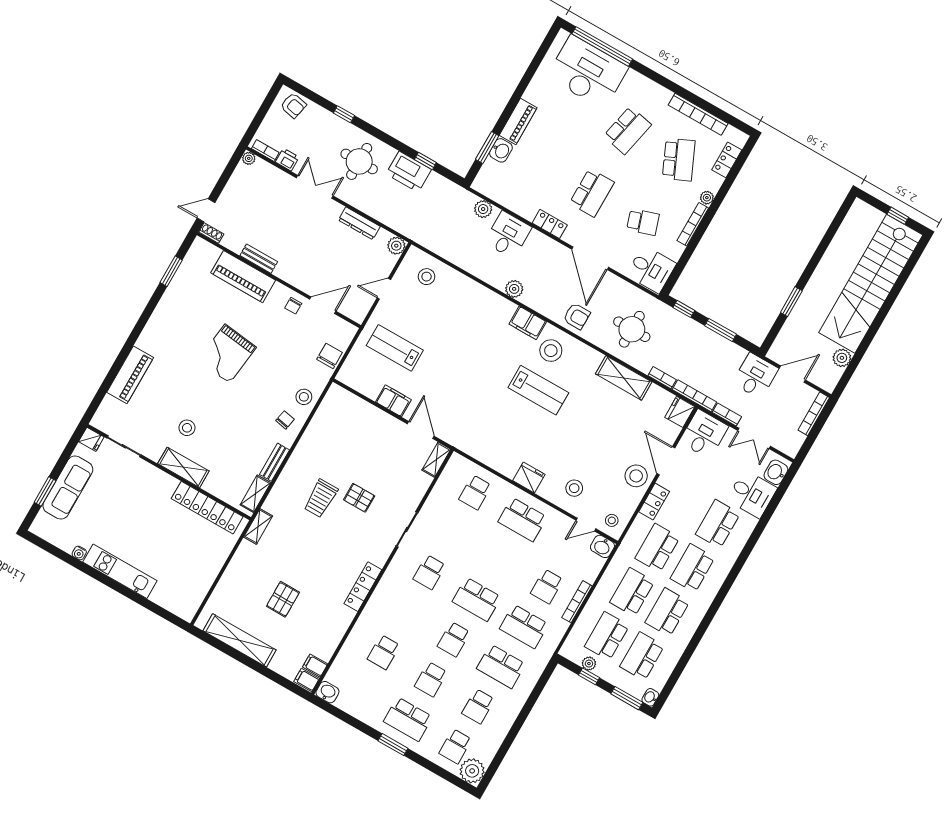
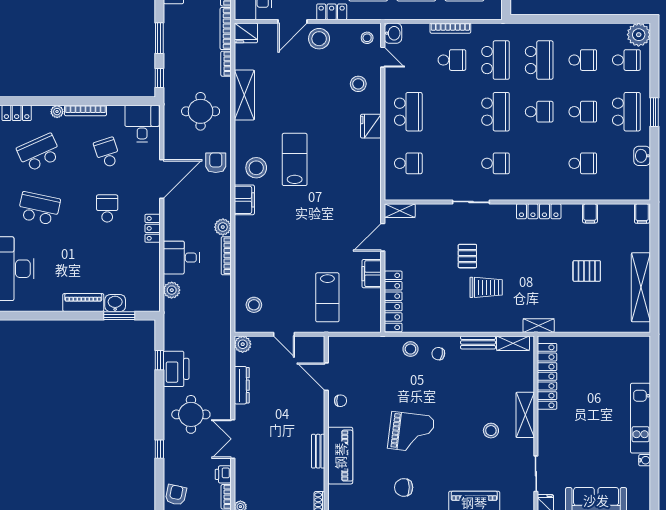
school desk: (592, 193) -> (107, 208), width x0.54
bookcase: (486, 277) -> (226, 256), added
chair: (330, 356) -> (404, 487), moved
locker: (357, 406) -> (393, 301), added
filing cabinet: (315, 666) -> (590, 213), moved
washbasin: (327, 692) -> (642, 156), moved

